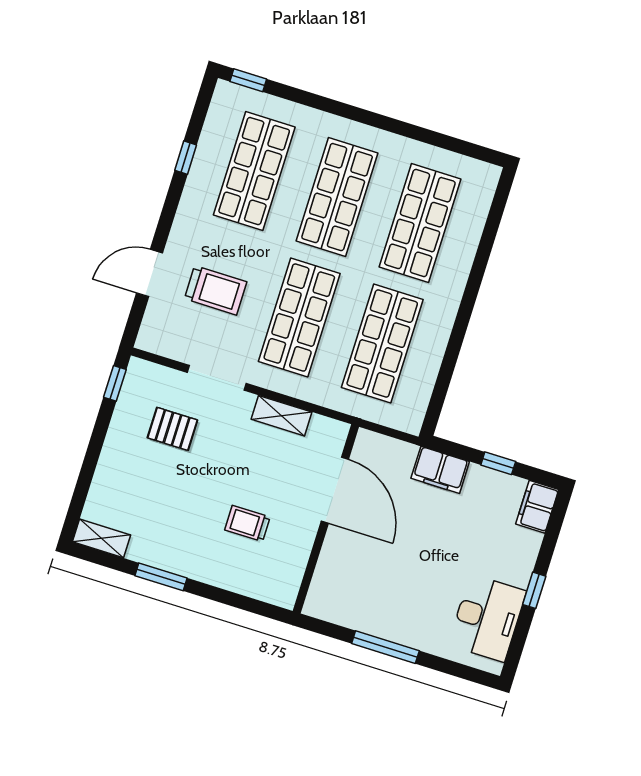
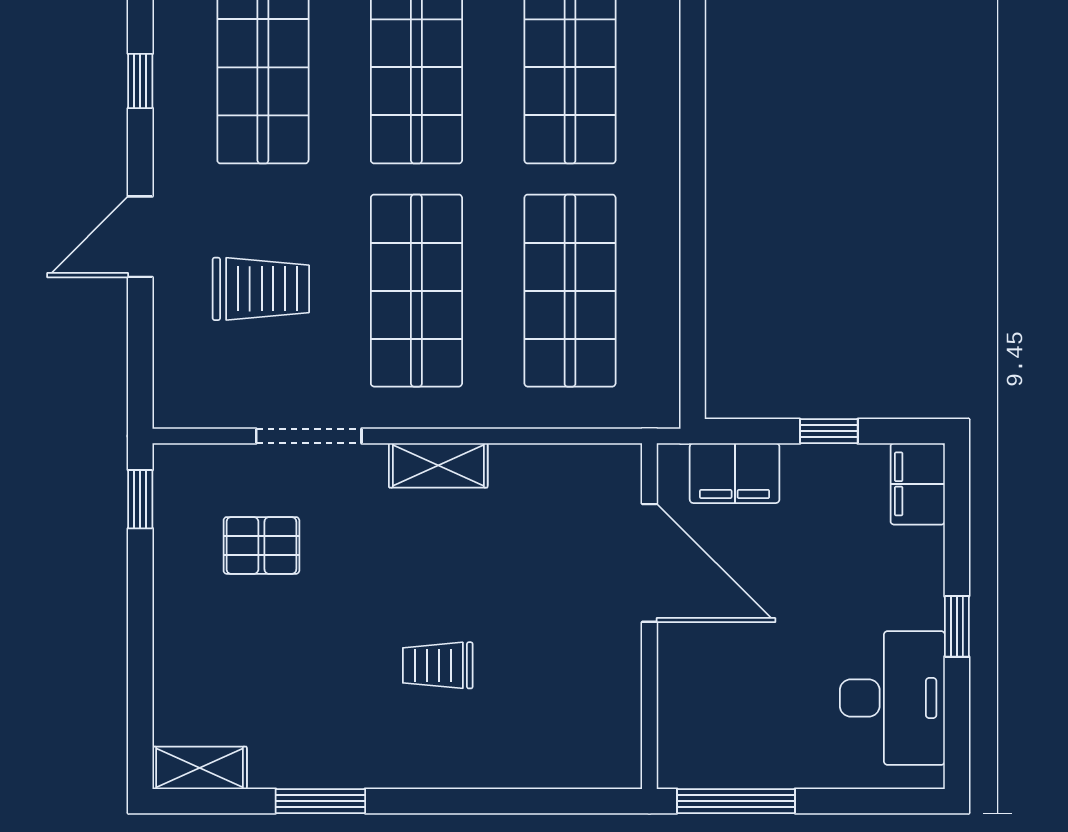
door: (149, 273) -> (140, 237), moved
door: (335, 490) -> (649, 563), moved
wall: (326, 519) -> (649, 616), moved

